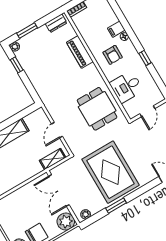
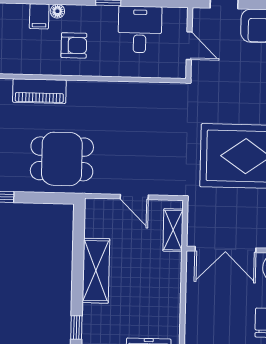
desk: (126, 87) -> (140, 29), moved, turned 180
dining table: (97, 109) -> (62, 159), moved

